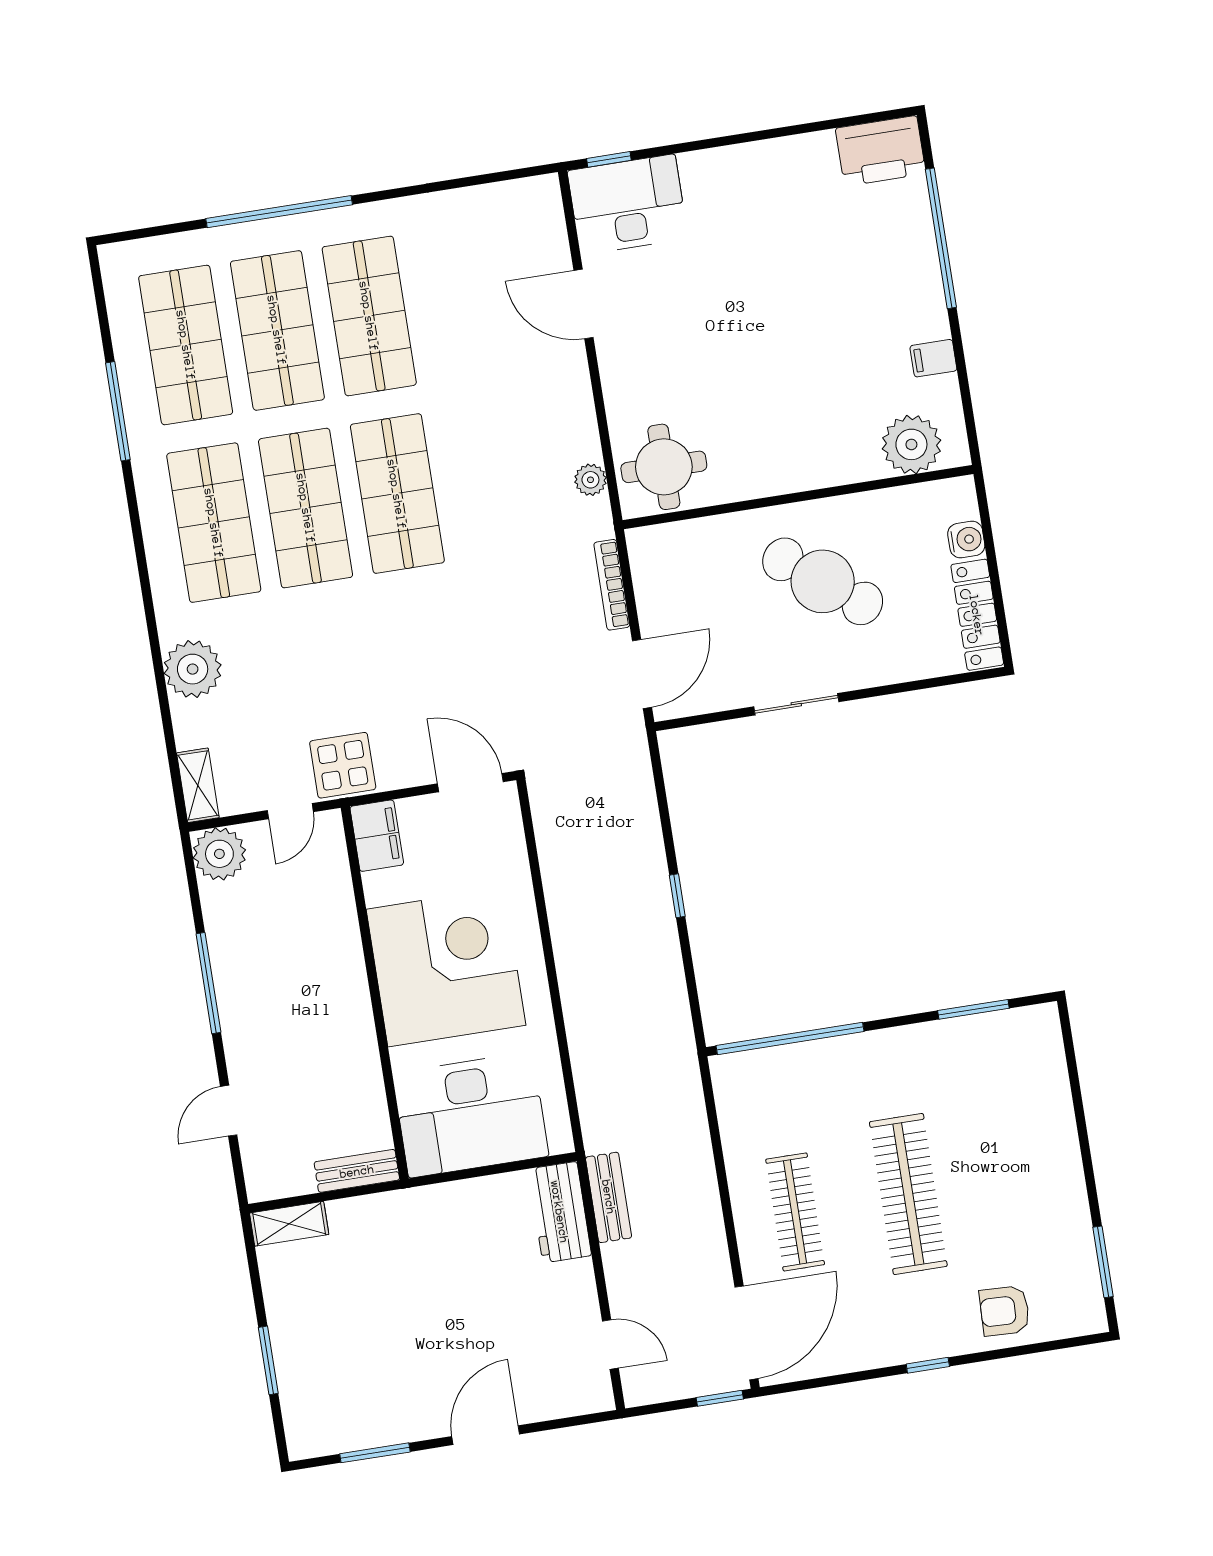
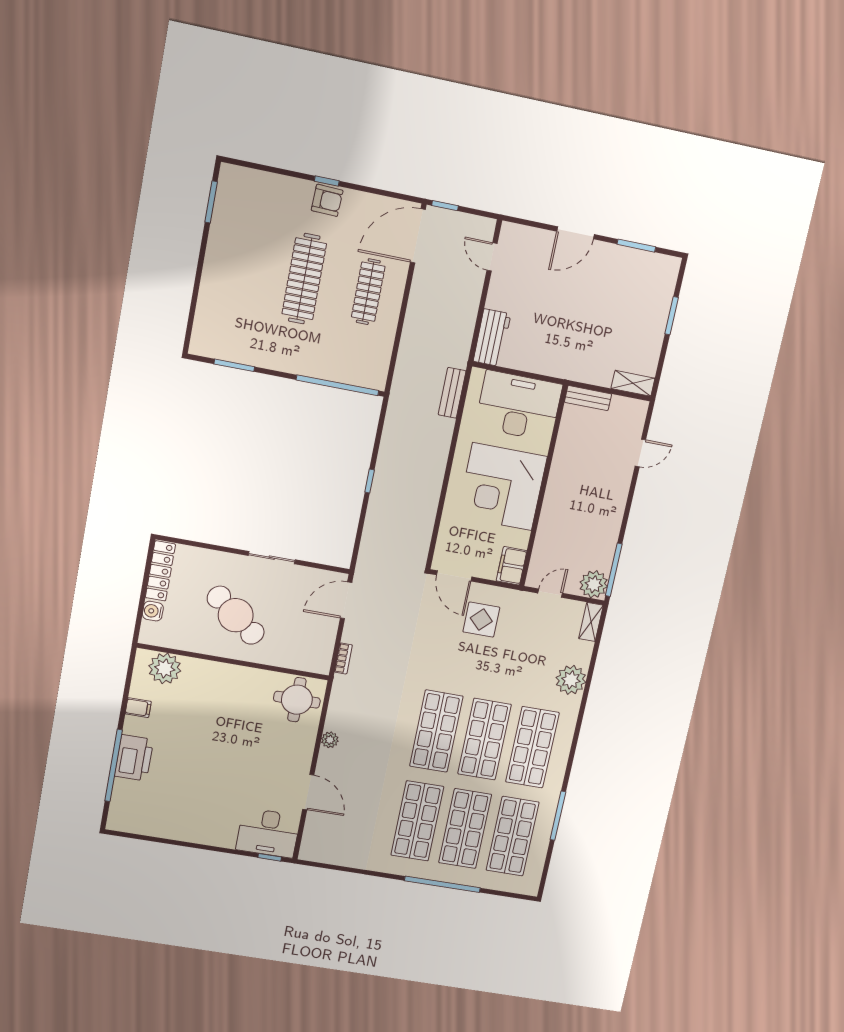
printer: (881, 151) -> (134, 758), moved, turned 90
plant: (590, 480) -> (330, 740), moved
bookcase: (612, 585) -> (343, 658), width x0.64
display table: (343, 765) -> (481, 620), moved
window: (208, 983) -> (614, 570), moved
bench: (609, 1197) -> (452, 393), moved
armchair: (1005, 1311) -> (327, 200), moved

